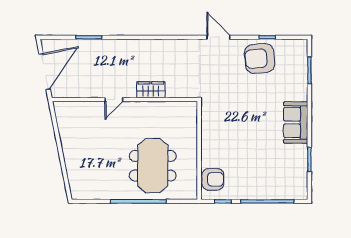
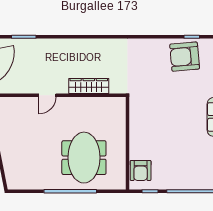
door: (219, 37) -> (146, 37), removed
wardrobe: (151, 90) -> (89, 86), width x1.50
armchair: (213, 179) -> (141, 170), turned 90

